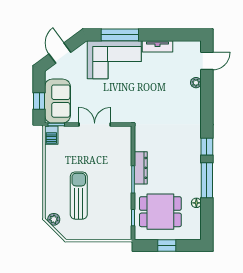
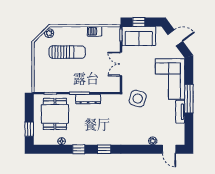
window: (120, 35) -> (189, 99), moved
side table: (140, 102) -> (138, 99), added
double door: (95, 125) -> (121, 64), swing flipped
barbecue: (51, 135) -> (95, 31), moved
window: (207, 180) -> (79, 149), width x0.46
window: (167, 246) -> (29, 129), moved

